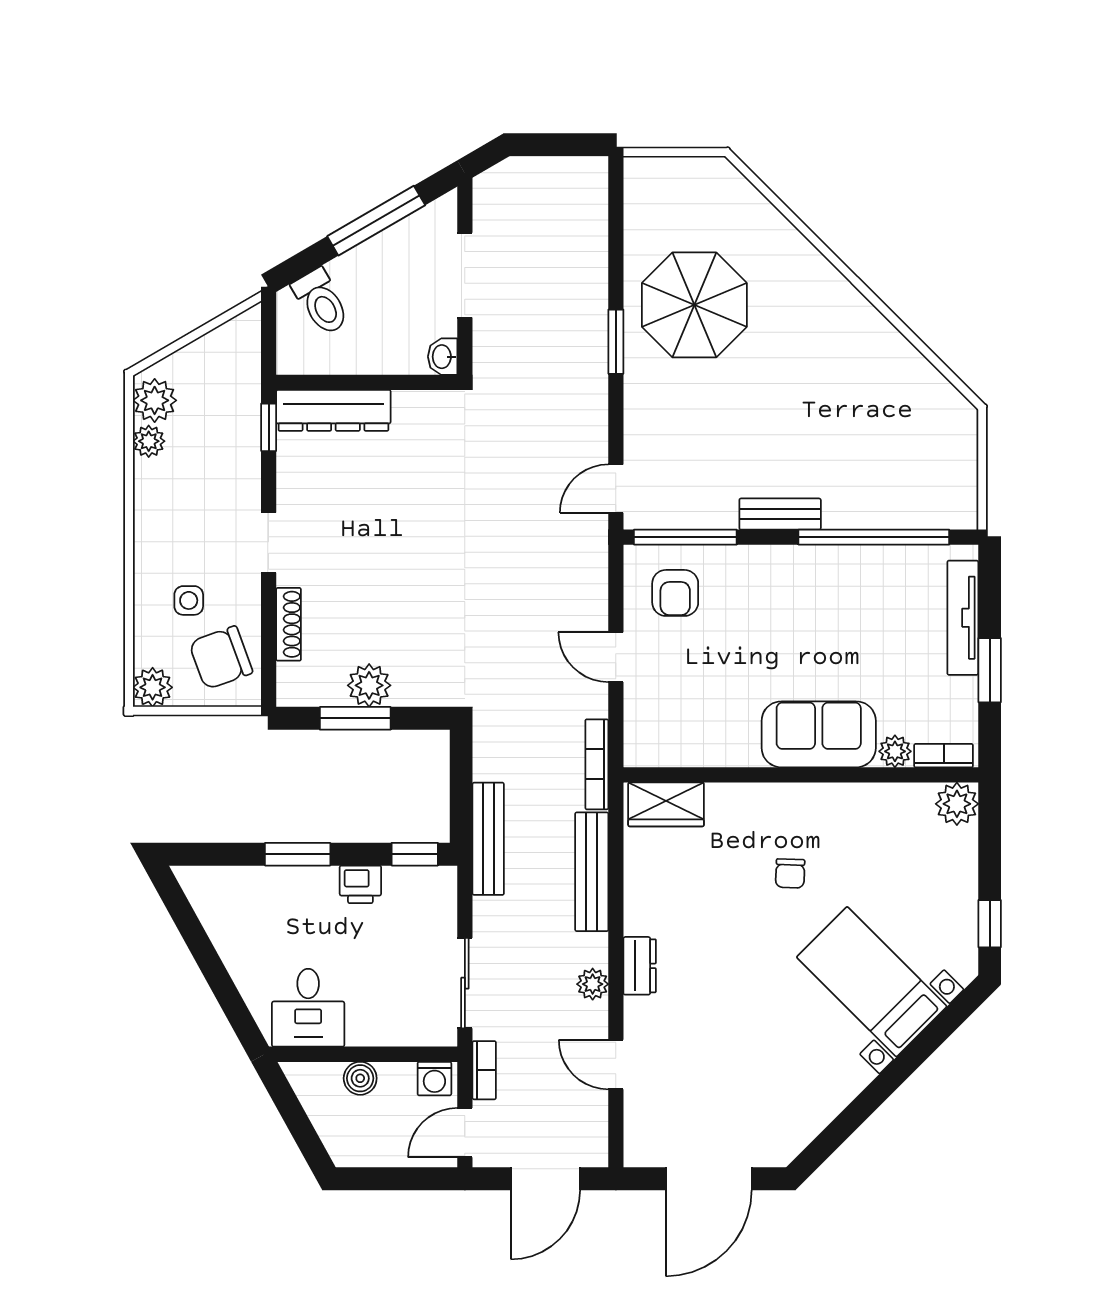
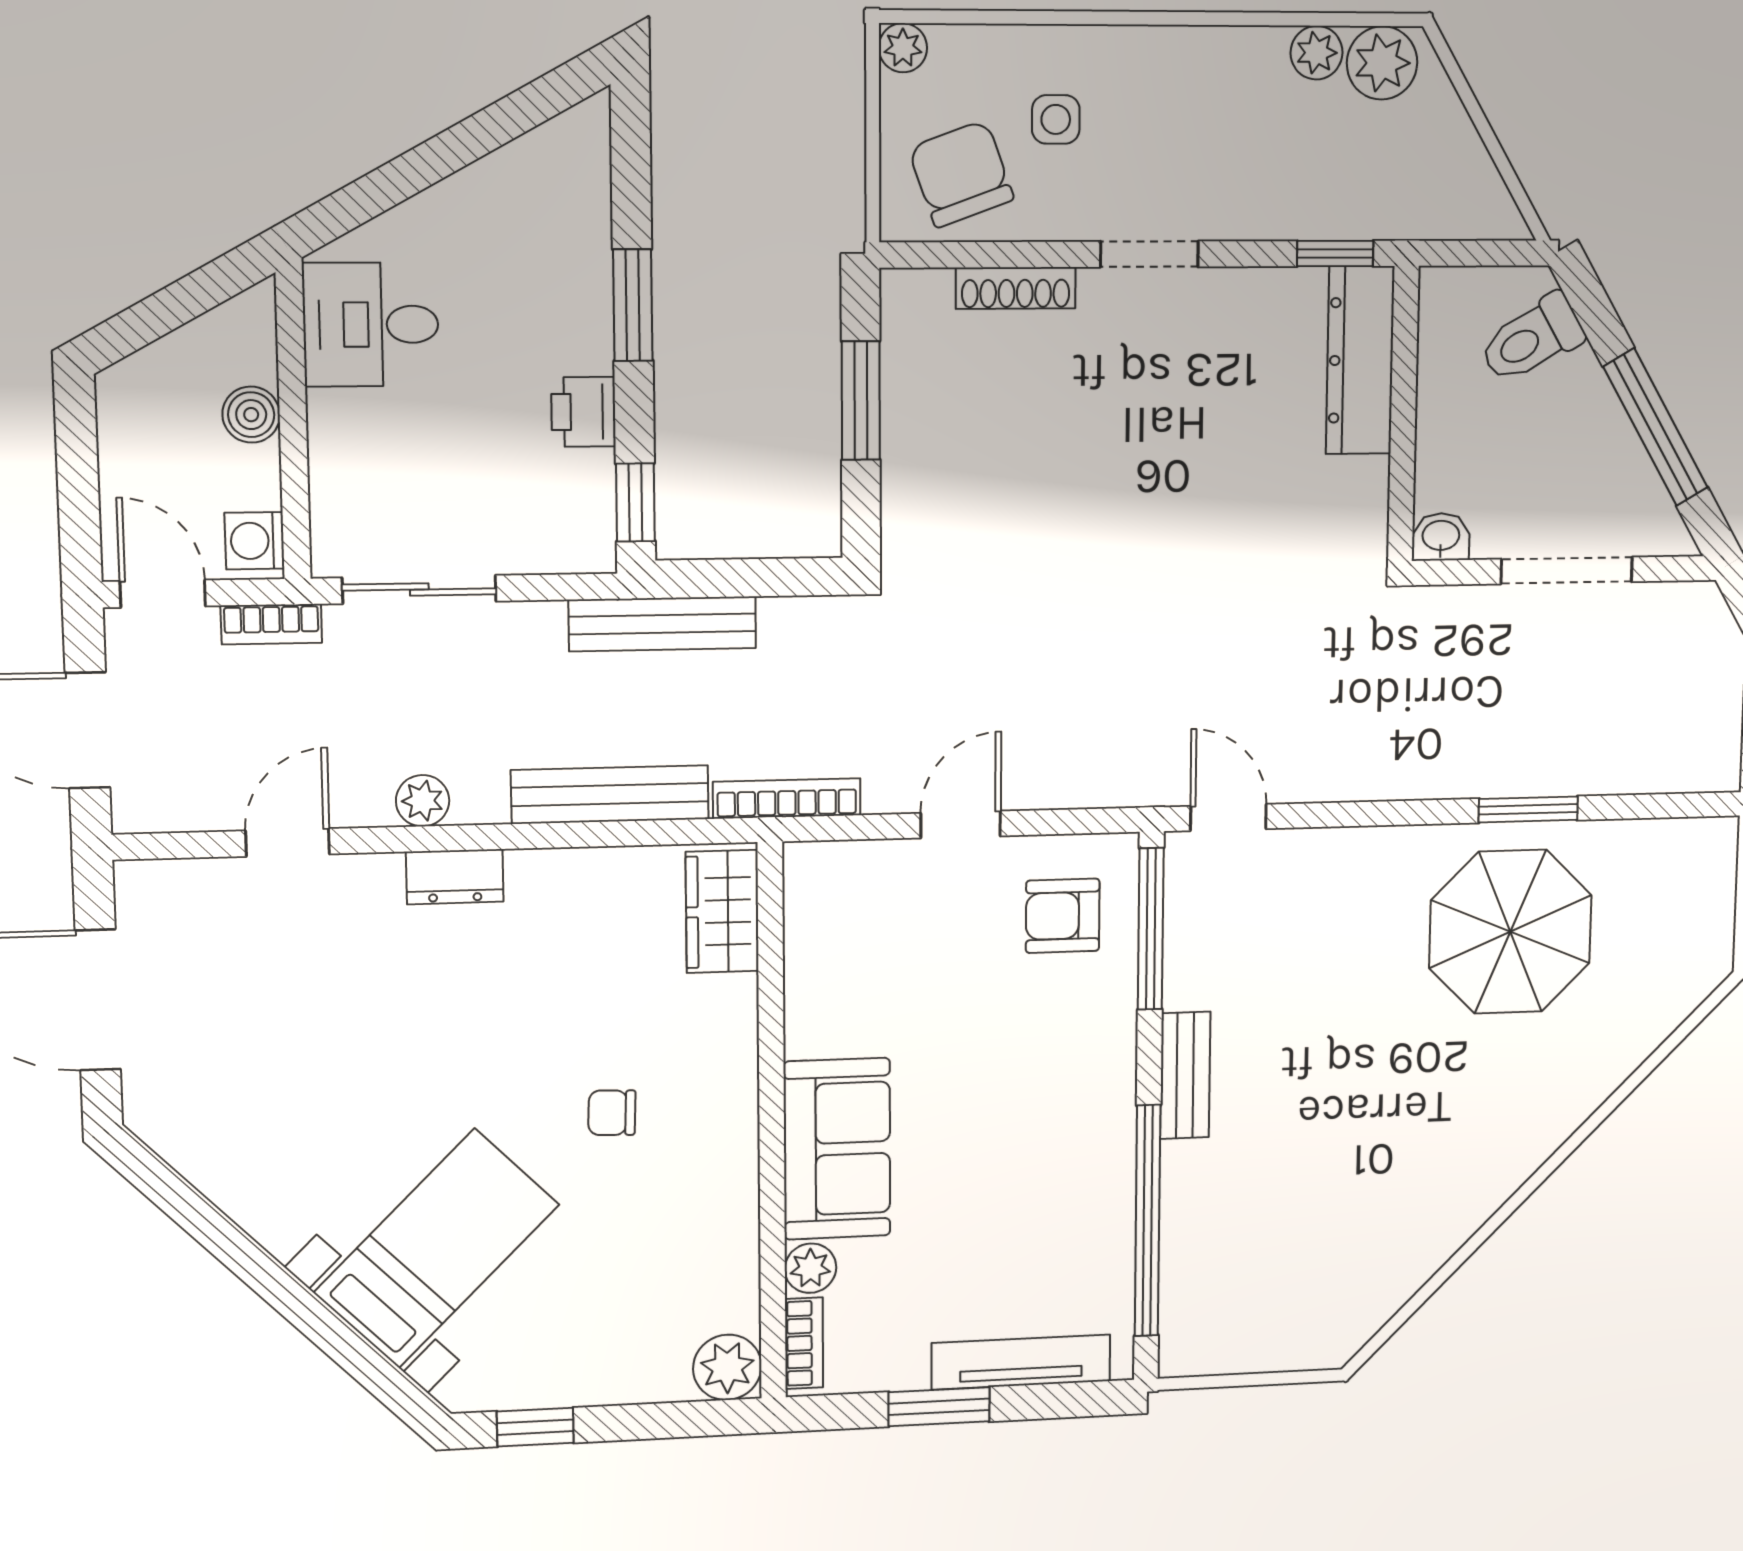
window: (616, 342) -> (1528, 809), moved
plant: (369, 685) -> (915, 423), removed
plant: (153, 687) -> (903, 48), width x0.73, depth x0.73

